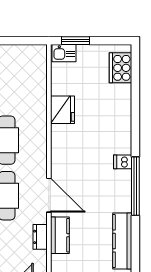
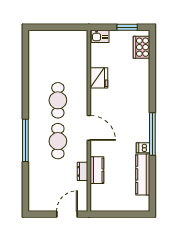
window: (76, 41) -> (127, 27), moved
dishwasher: (123, 162) -> (143, 148), moved
door: (49, 195) -> (89, 128), moved

